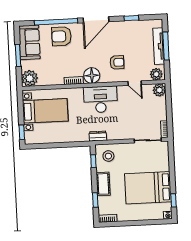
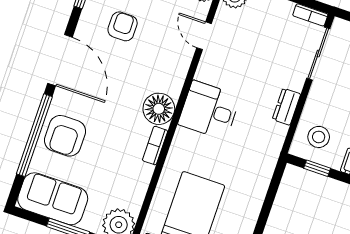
armchair: (117, 62) -> (123, 26), moved
door: (135, 83) -> (204, 36), swing flipped
desk: (101, 99) -> (209, 110), width x0.73
dresser: (98, 136) -> (286, 107), moved

